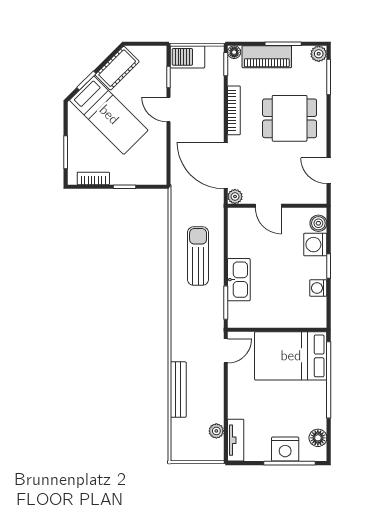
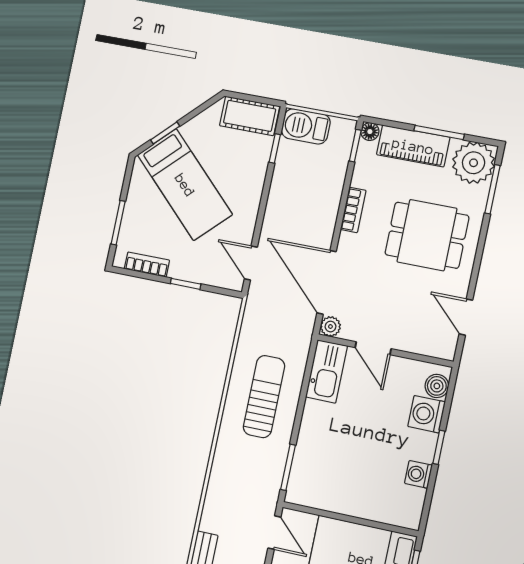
plant: (319, 54) -> (474, 163), width x1.88, depth x1.88
cot: (117, 68) -> (250, 116), moved, turned 45
door: (169, 109) -> (251, 263), moved
bookcase: (234, 110) -> (353, 210), width x0.64
kitchen sink: (239, 280) -> (326, 371), moved
door: (226, 351) -> (274, 533), hinge flipped

